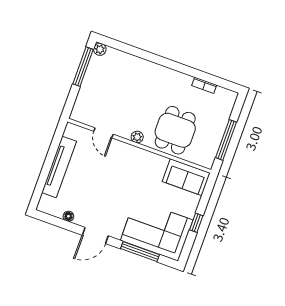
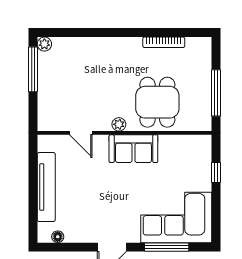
bookcase: (204, 85) -> (164, 42), width x1.56
sofa: (186, 177) -> (133, 149), moved
floor lamp: (68, 216) -> (58, 237), moved
window: (196, 223) -> (216, 172), moved

